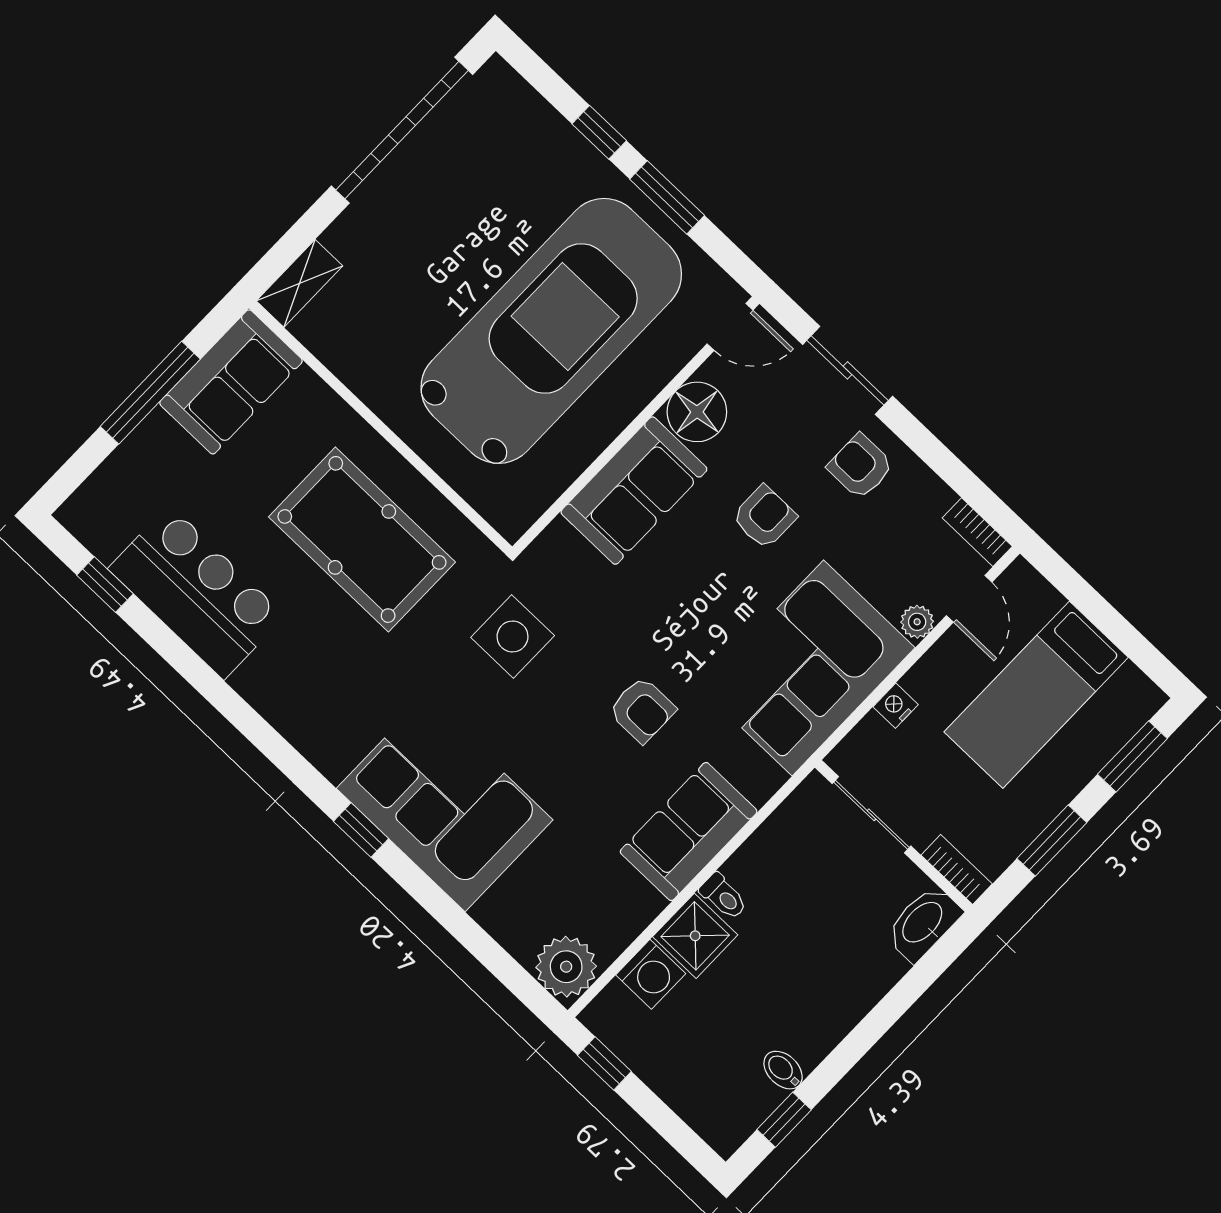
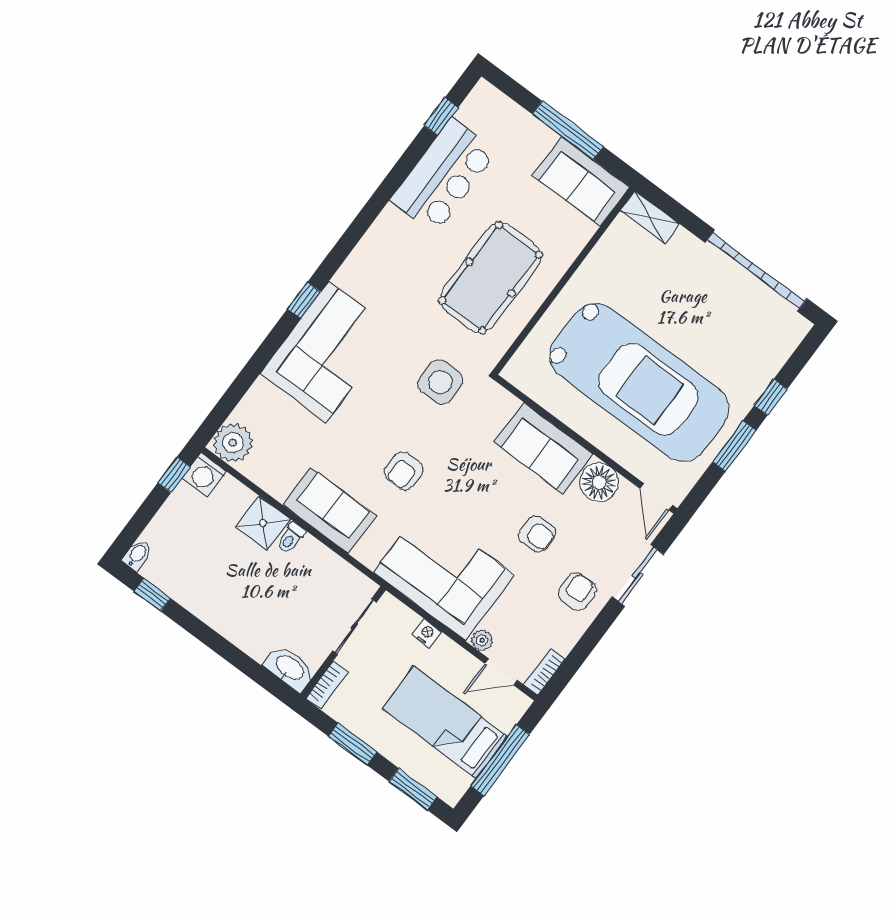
window: (1105, 617) -> (500, 760), added
washing machine: (651, 974) -> (204, 475), moved
bidet: (783, 1070) -> (137, 555), moved

